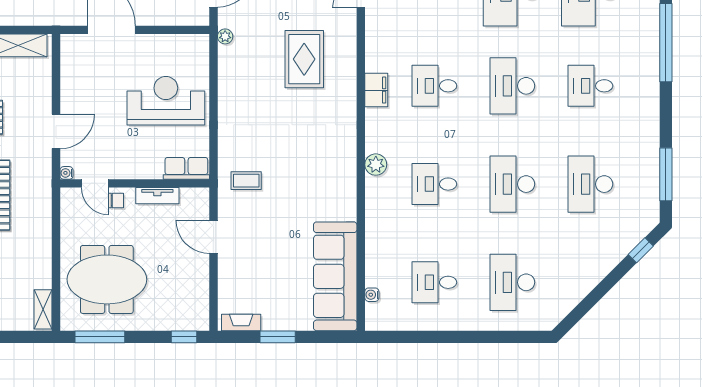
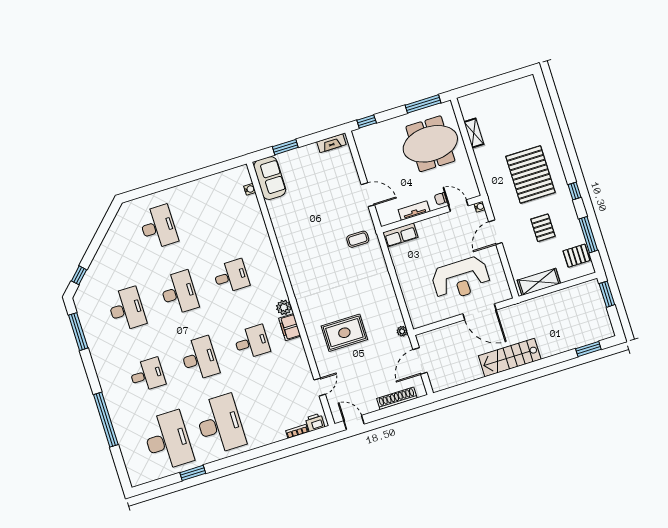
rug: (304, 59) -> (344, 333), turned 90
reception desk: (166, 101) -> (461, 279), moved
plant: (376, 165) -> (284, 307), moved
sofa: (335, 276) -> (270, 178), width x0.54, depth x0.79
desk: (434, 282) -> (210, 211), removed
shelving: (43, 309) -> (474, 133), moved
window: (278, 337) -> (285, 147), moved

